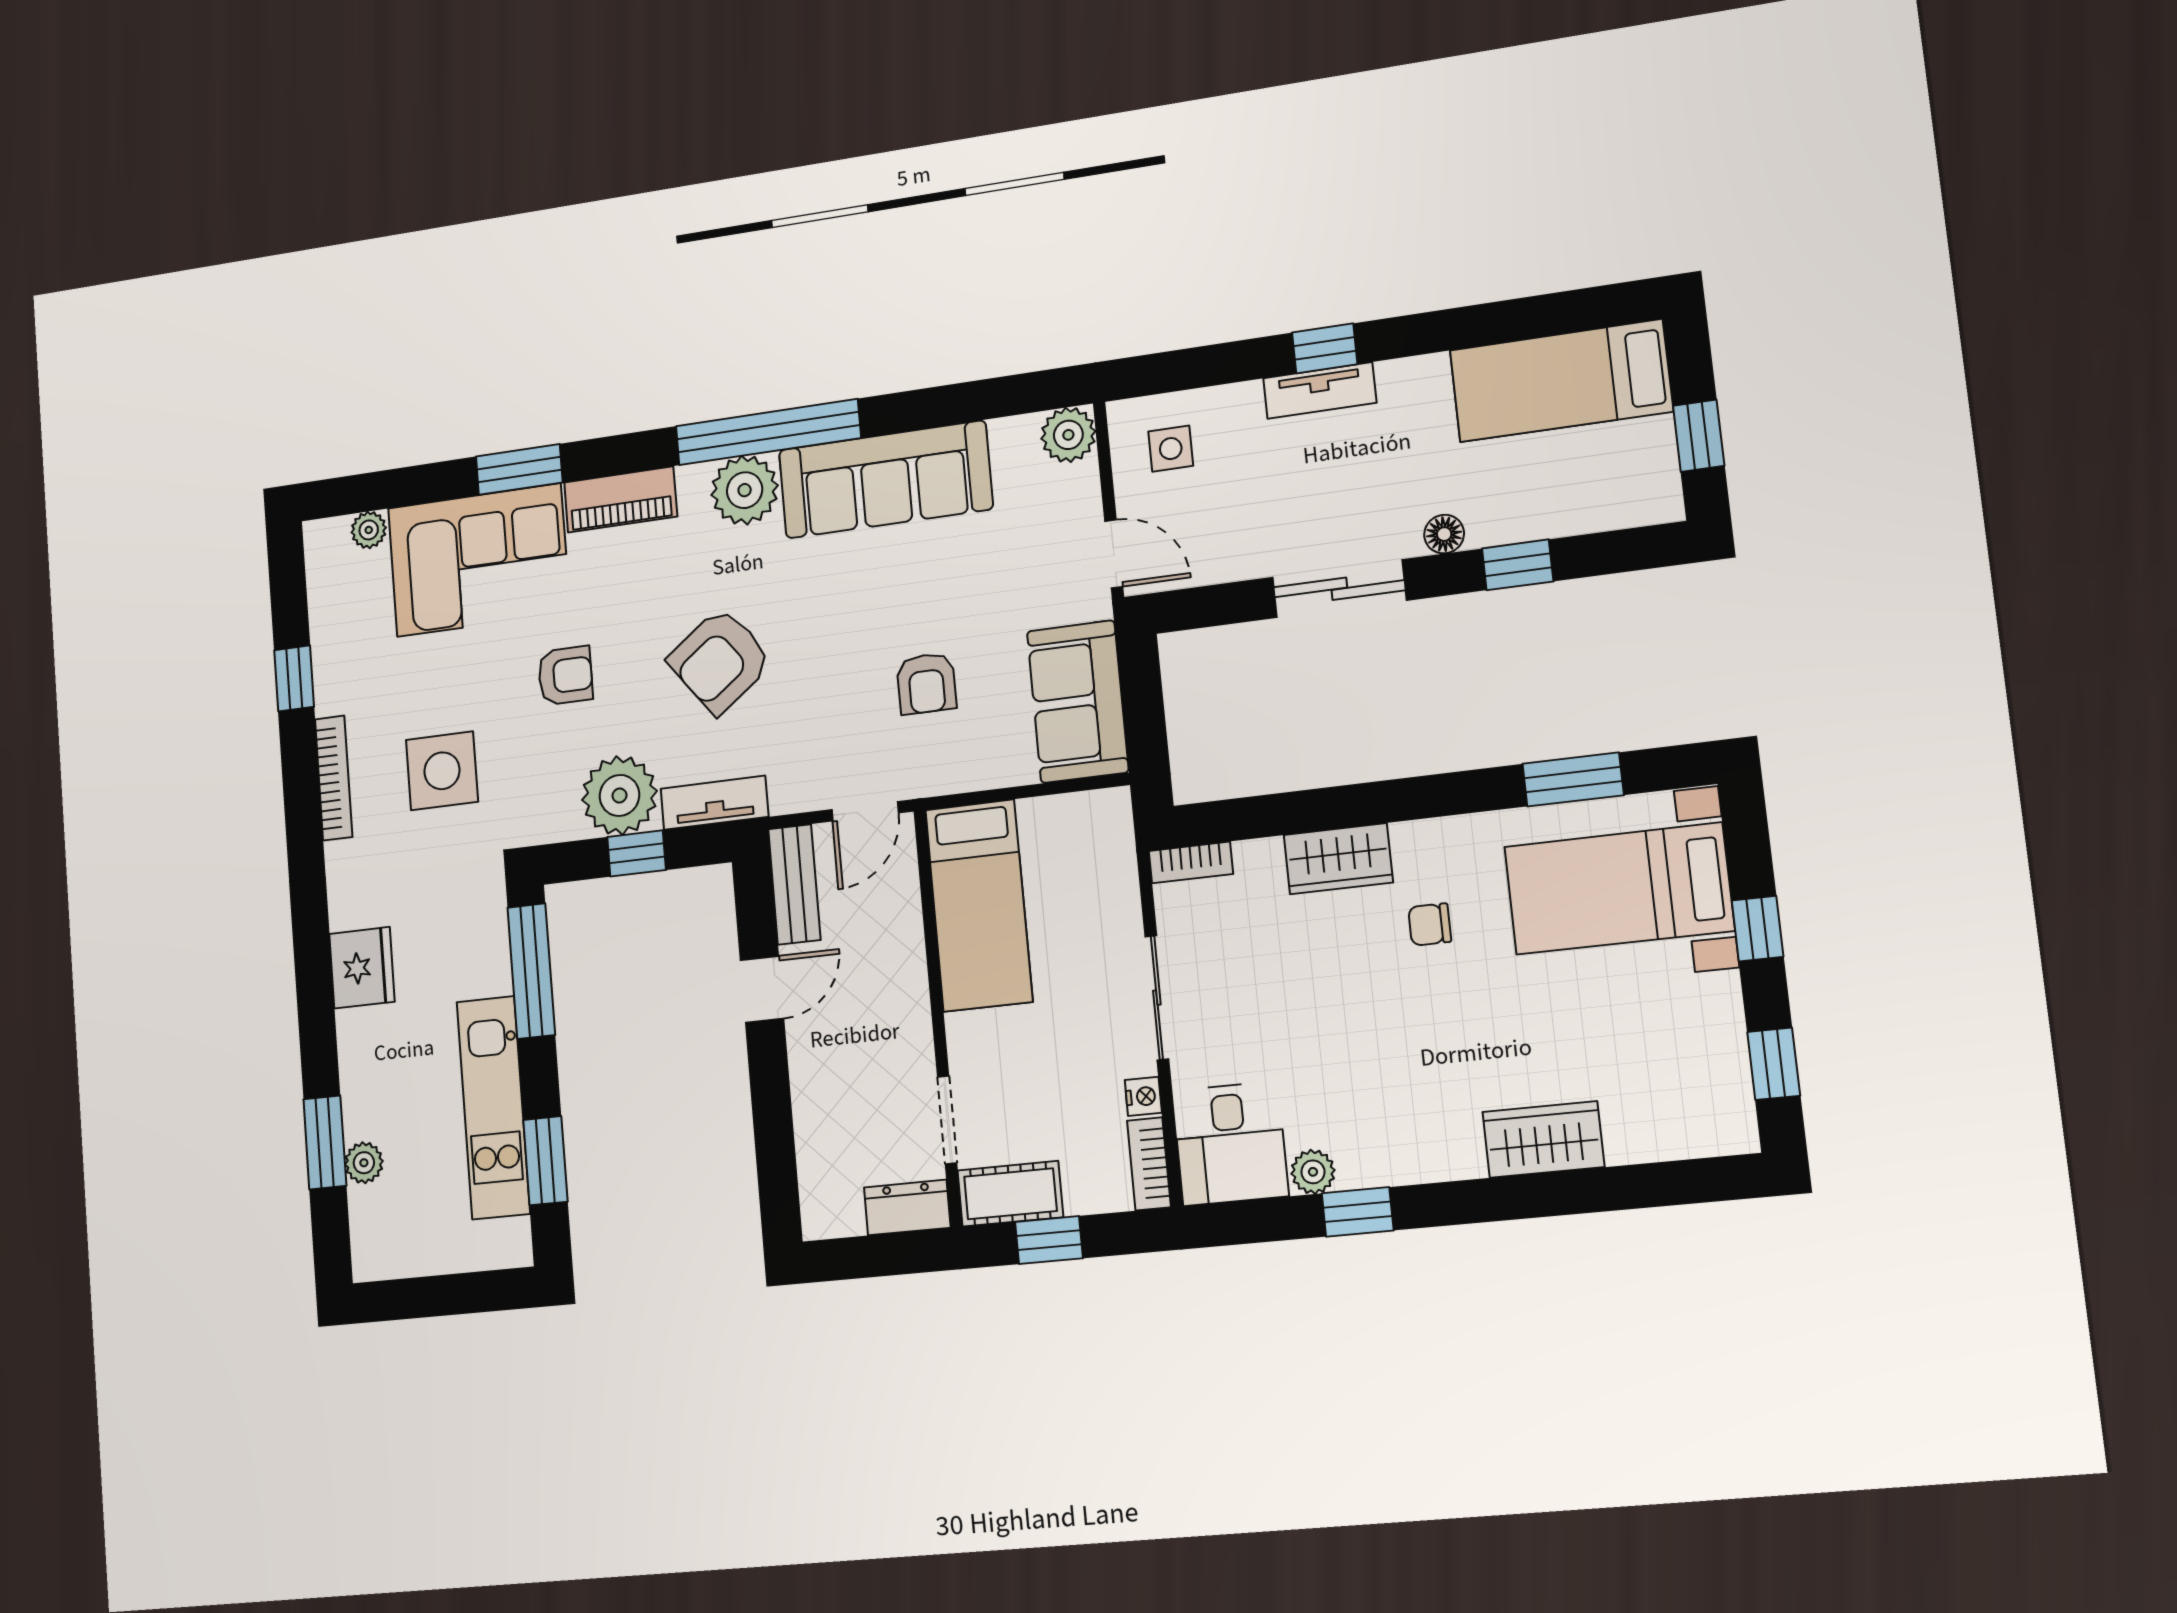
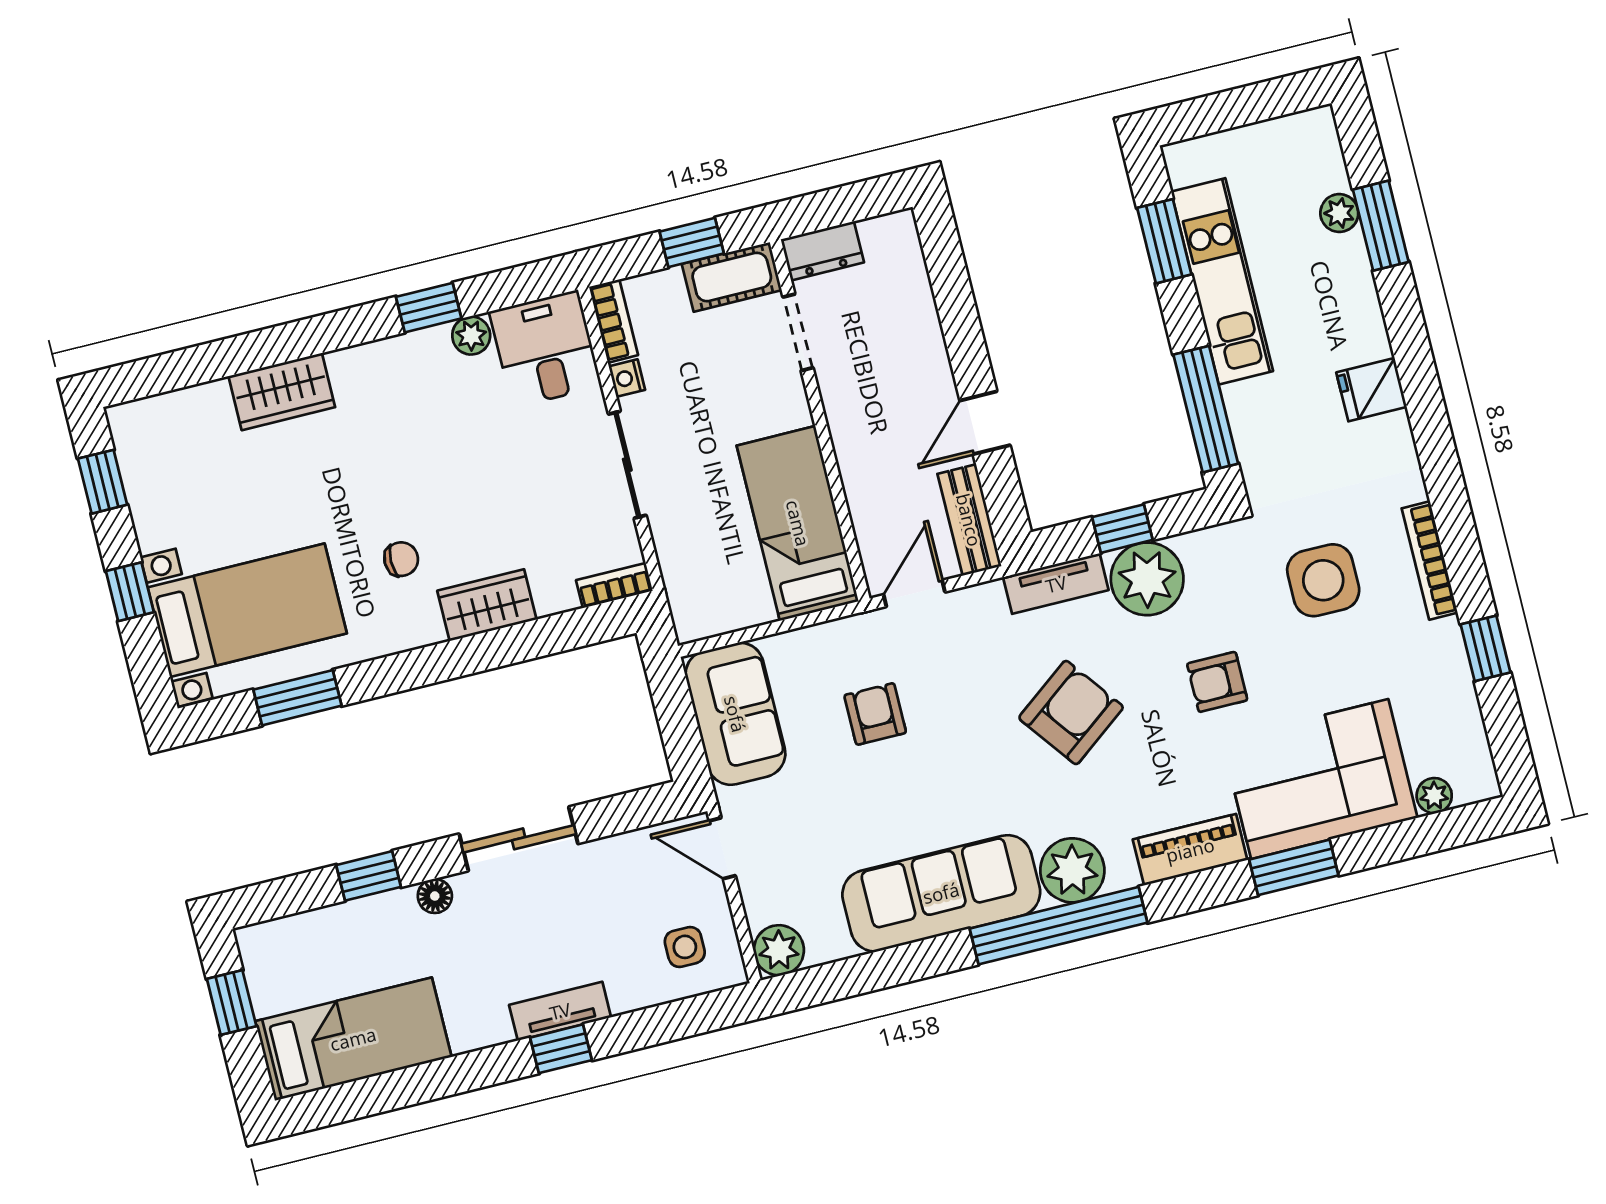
fridge: (362, 968) -> (1372, 390), width x0.72

